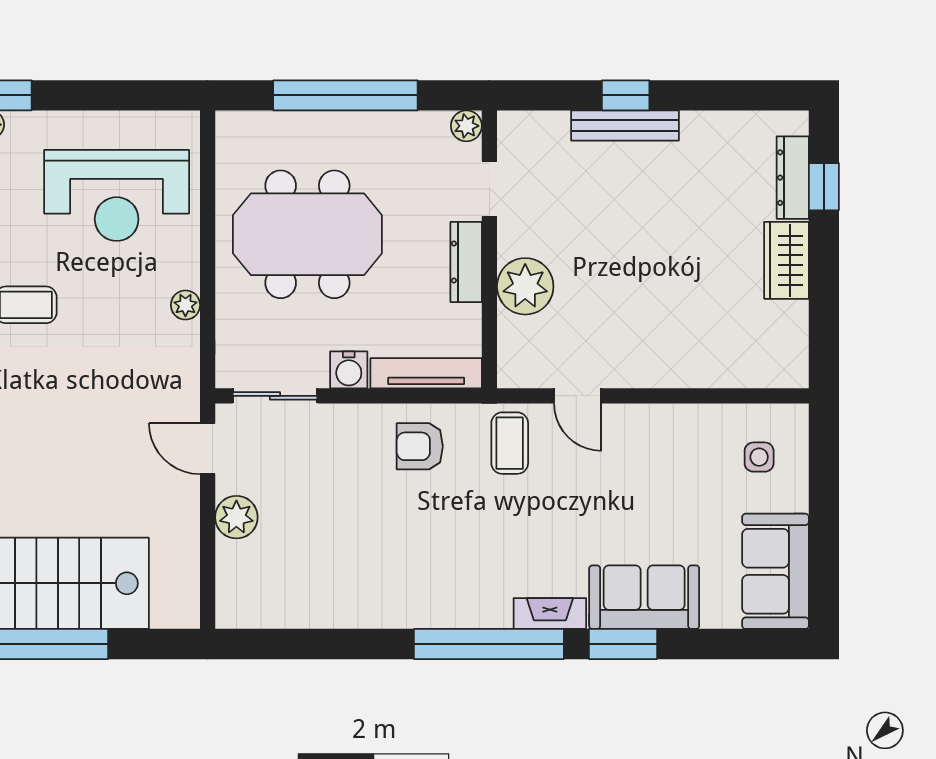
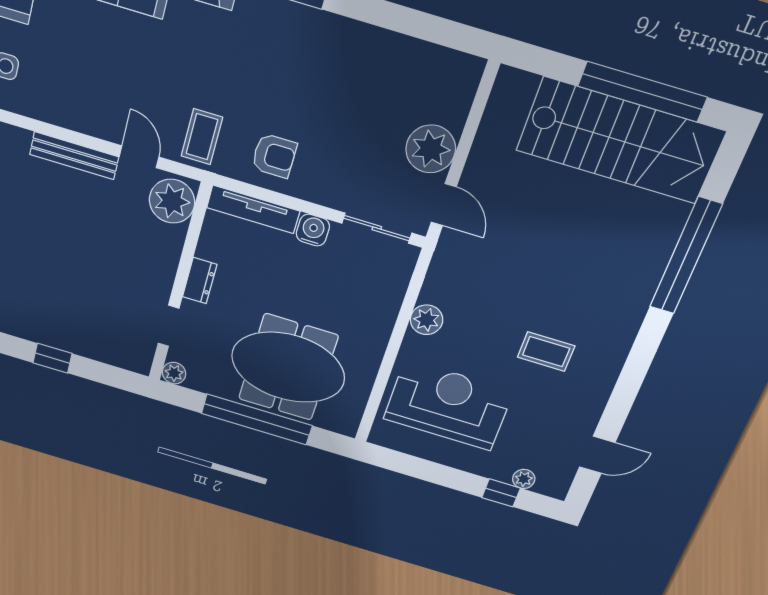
bench: (625, 125) -> (74, 156), moved
meeting table: (307, 234) -> (288, 367), moved
dresser: (466, 262) -> (200, 281), width x0.70
plant: (525, 286) -> (172, 201), moved
plant: (185, 305) -> (427, 320), width x1.38, depth x1.38
plant: (236, 517) -> (431, 149), width x1.36, depth x1.36

